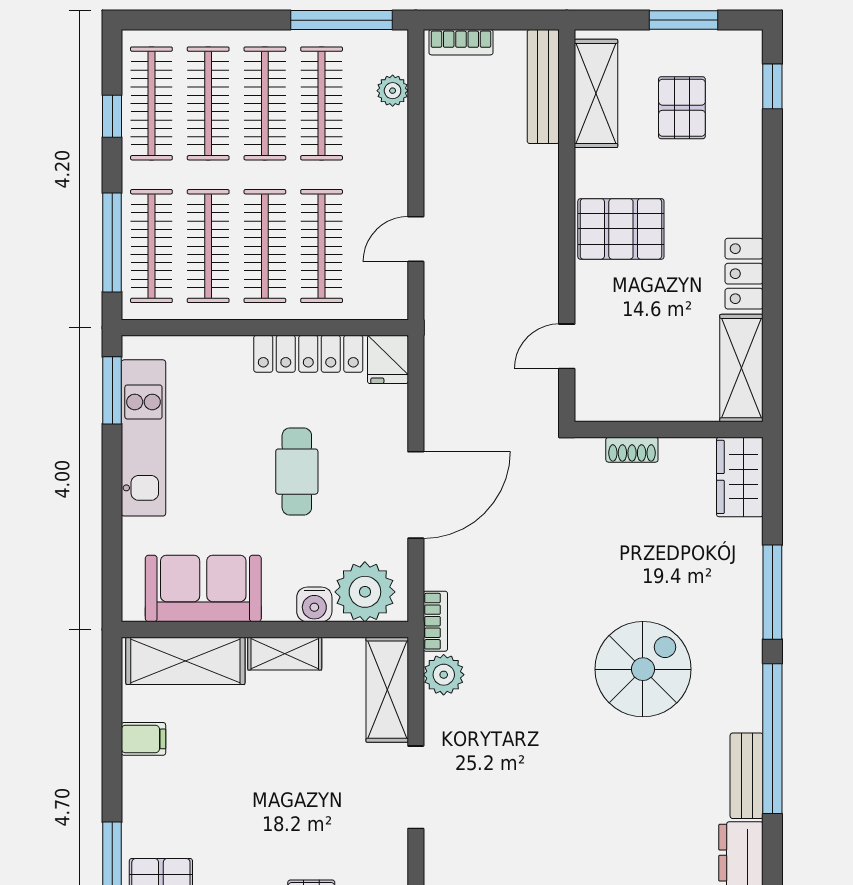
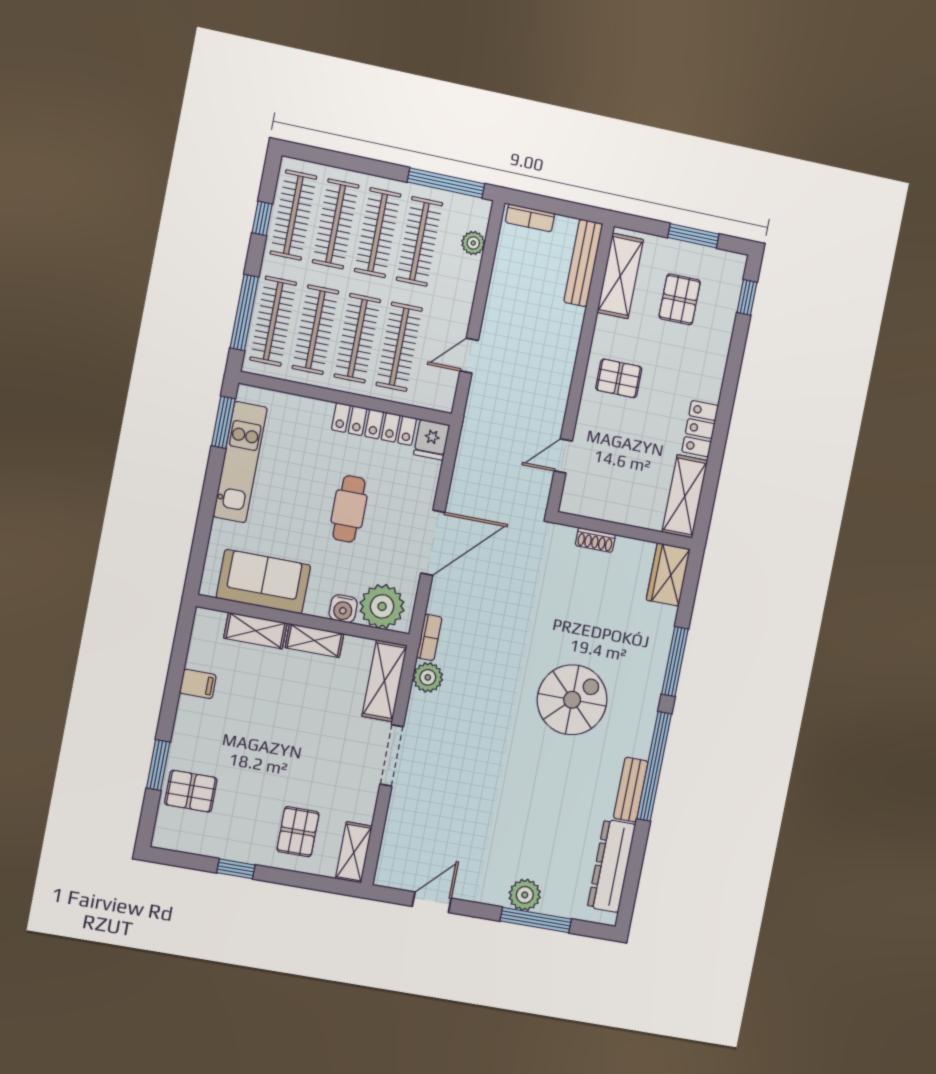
pallet: (621, 229) -> (619, 378), width x0.67, depth x0.71
shelving: (185, 661) -> (256, 631), width x0.67, depth x0.75

